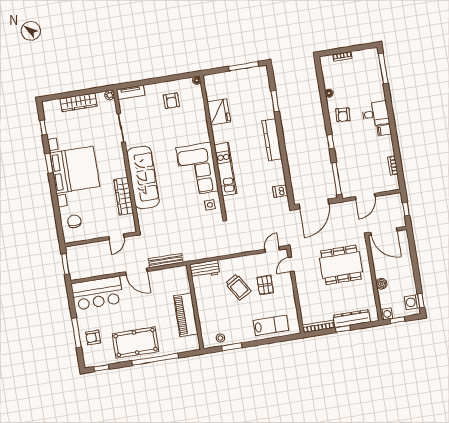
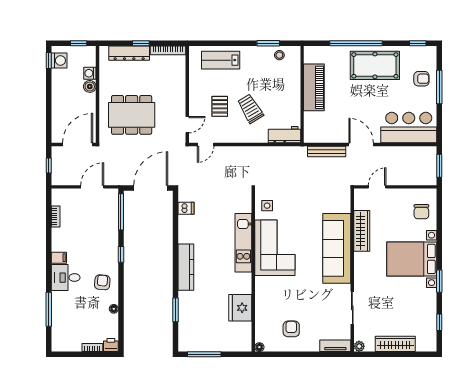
printer: (326, 61) -> (111, 345), added
window: (383, 68) -> (49, 309), moved
bed with nightstands: (75, 170) -> (412, 259), width x0.73
door: (384, 231) -> (78, 145), hinge flipped
washing machine: (386, 314) -> (90, 73), moved

